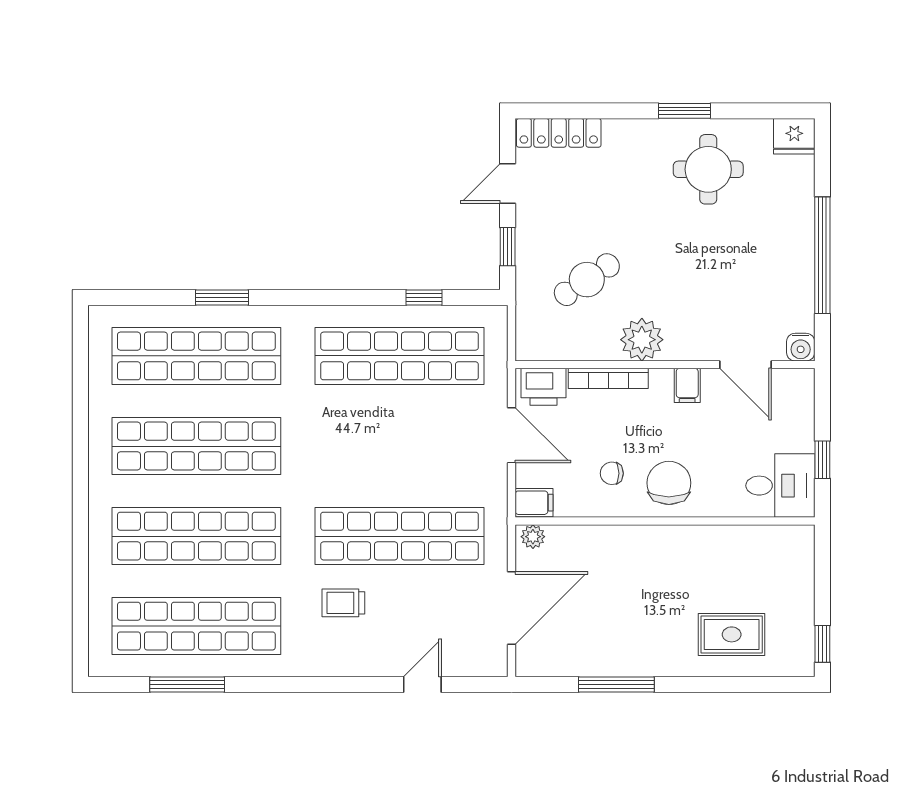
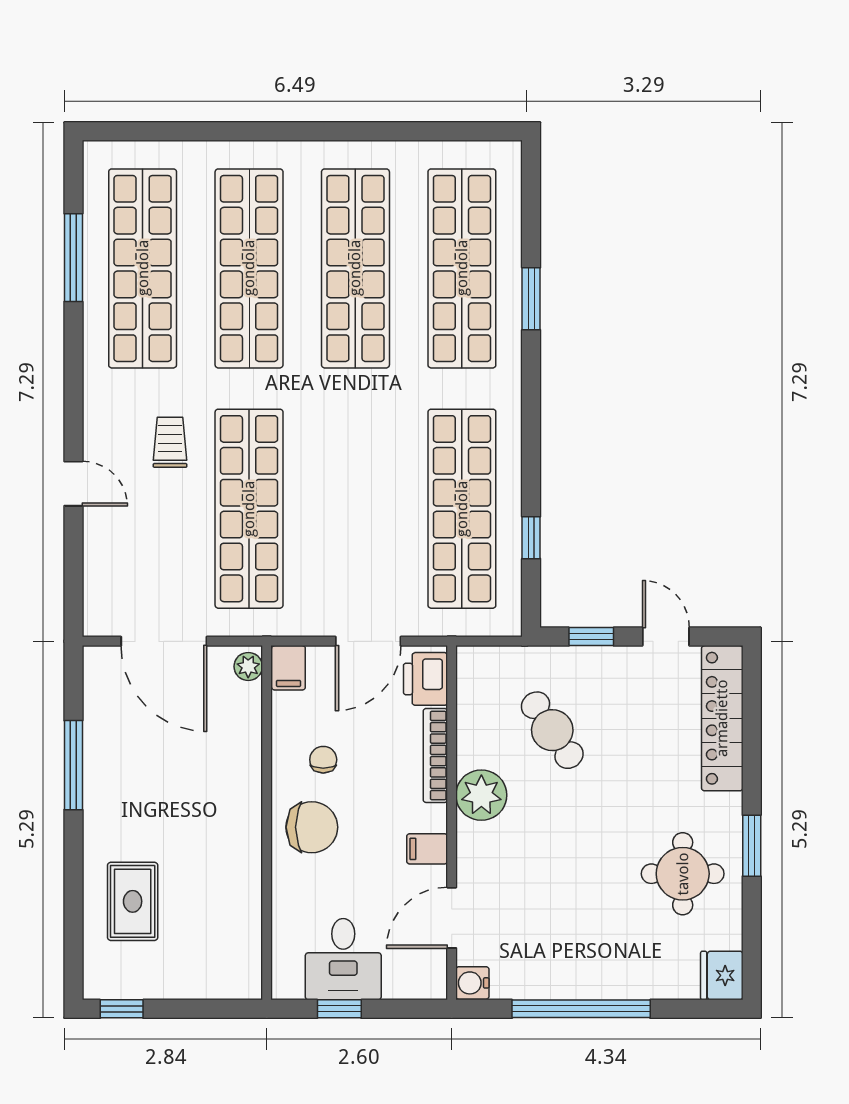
locker: (559, 133) -> (722, 718), width x1.41, depth x1.21
desk: (780, 486) -> (343, 959), moved
door: (422, 685) -> (73, 484), moved

